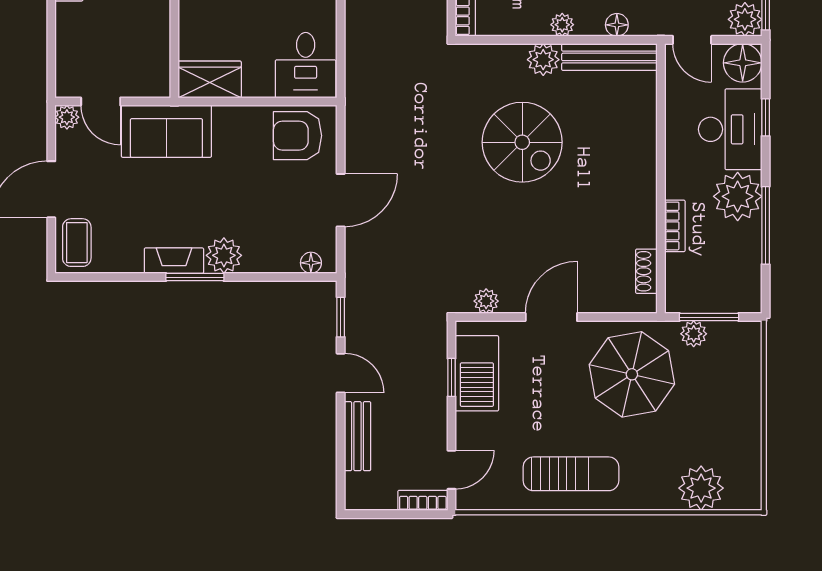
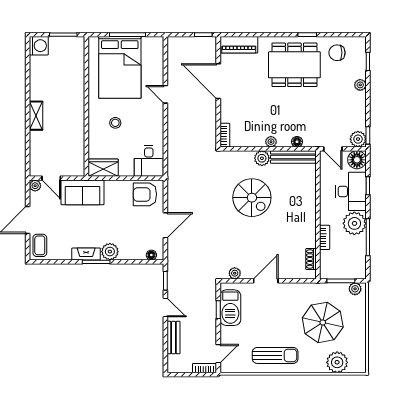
plant: (694, 334) -> (355, 289), moved
parasol: (632, 374) -> (323, 322), moved

